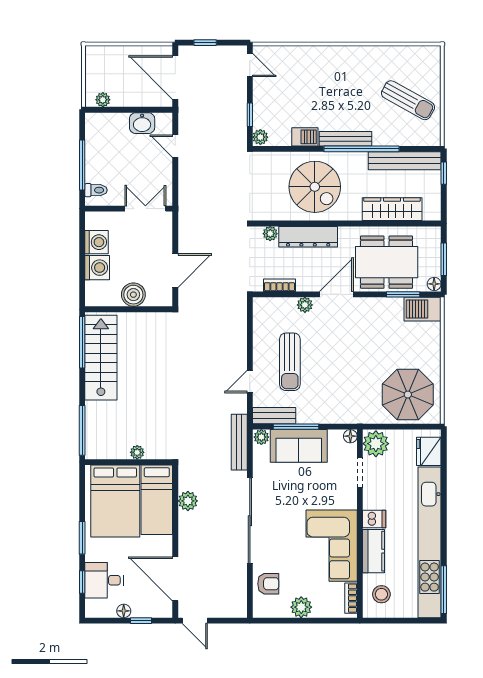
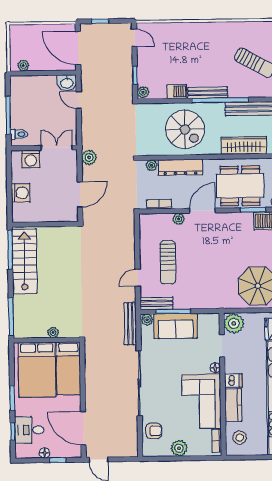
washbasin: (142, 123) -> (67, 83), moved
washing machine: (97, 242) -> (31, 159), moved, turned 90
boiler: (133, 295) -> (49, 213), removed
floor lamp: (350, 436) -> (215, 368), moved
plant: (188, 501) -> (89, 157), moved

